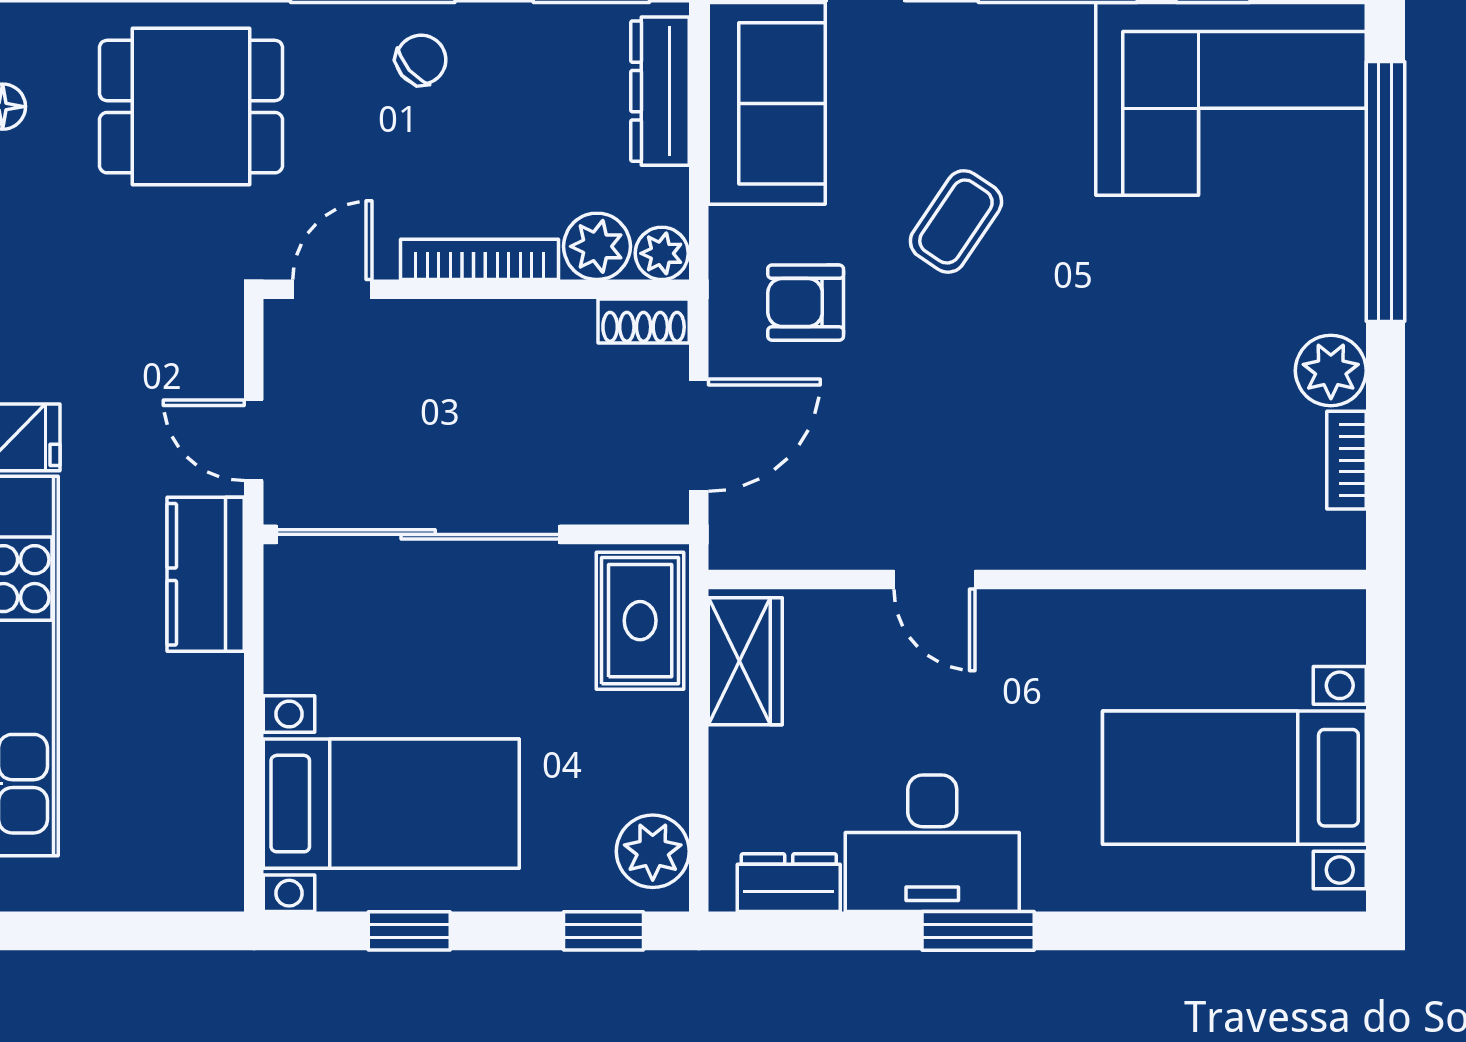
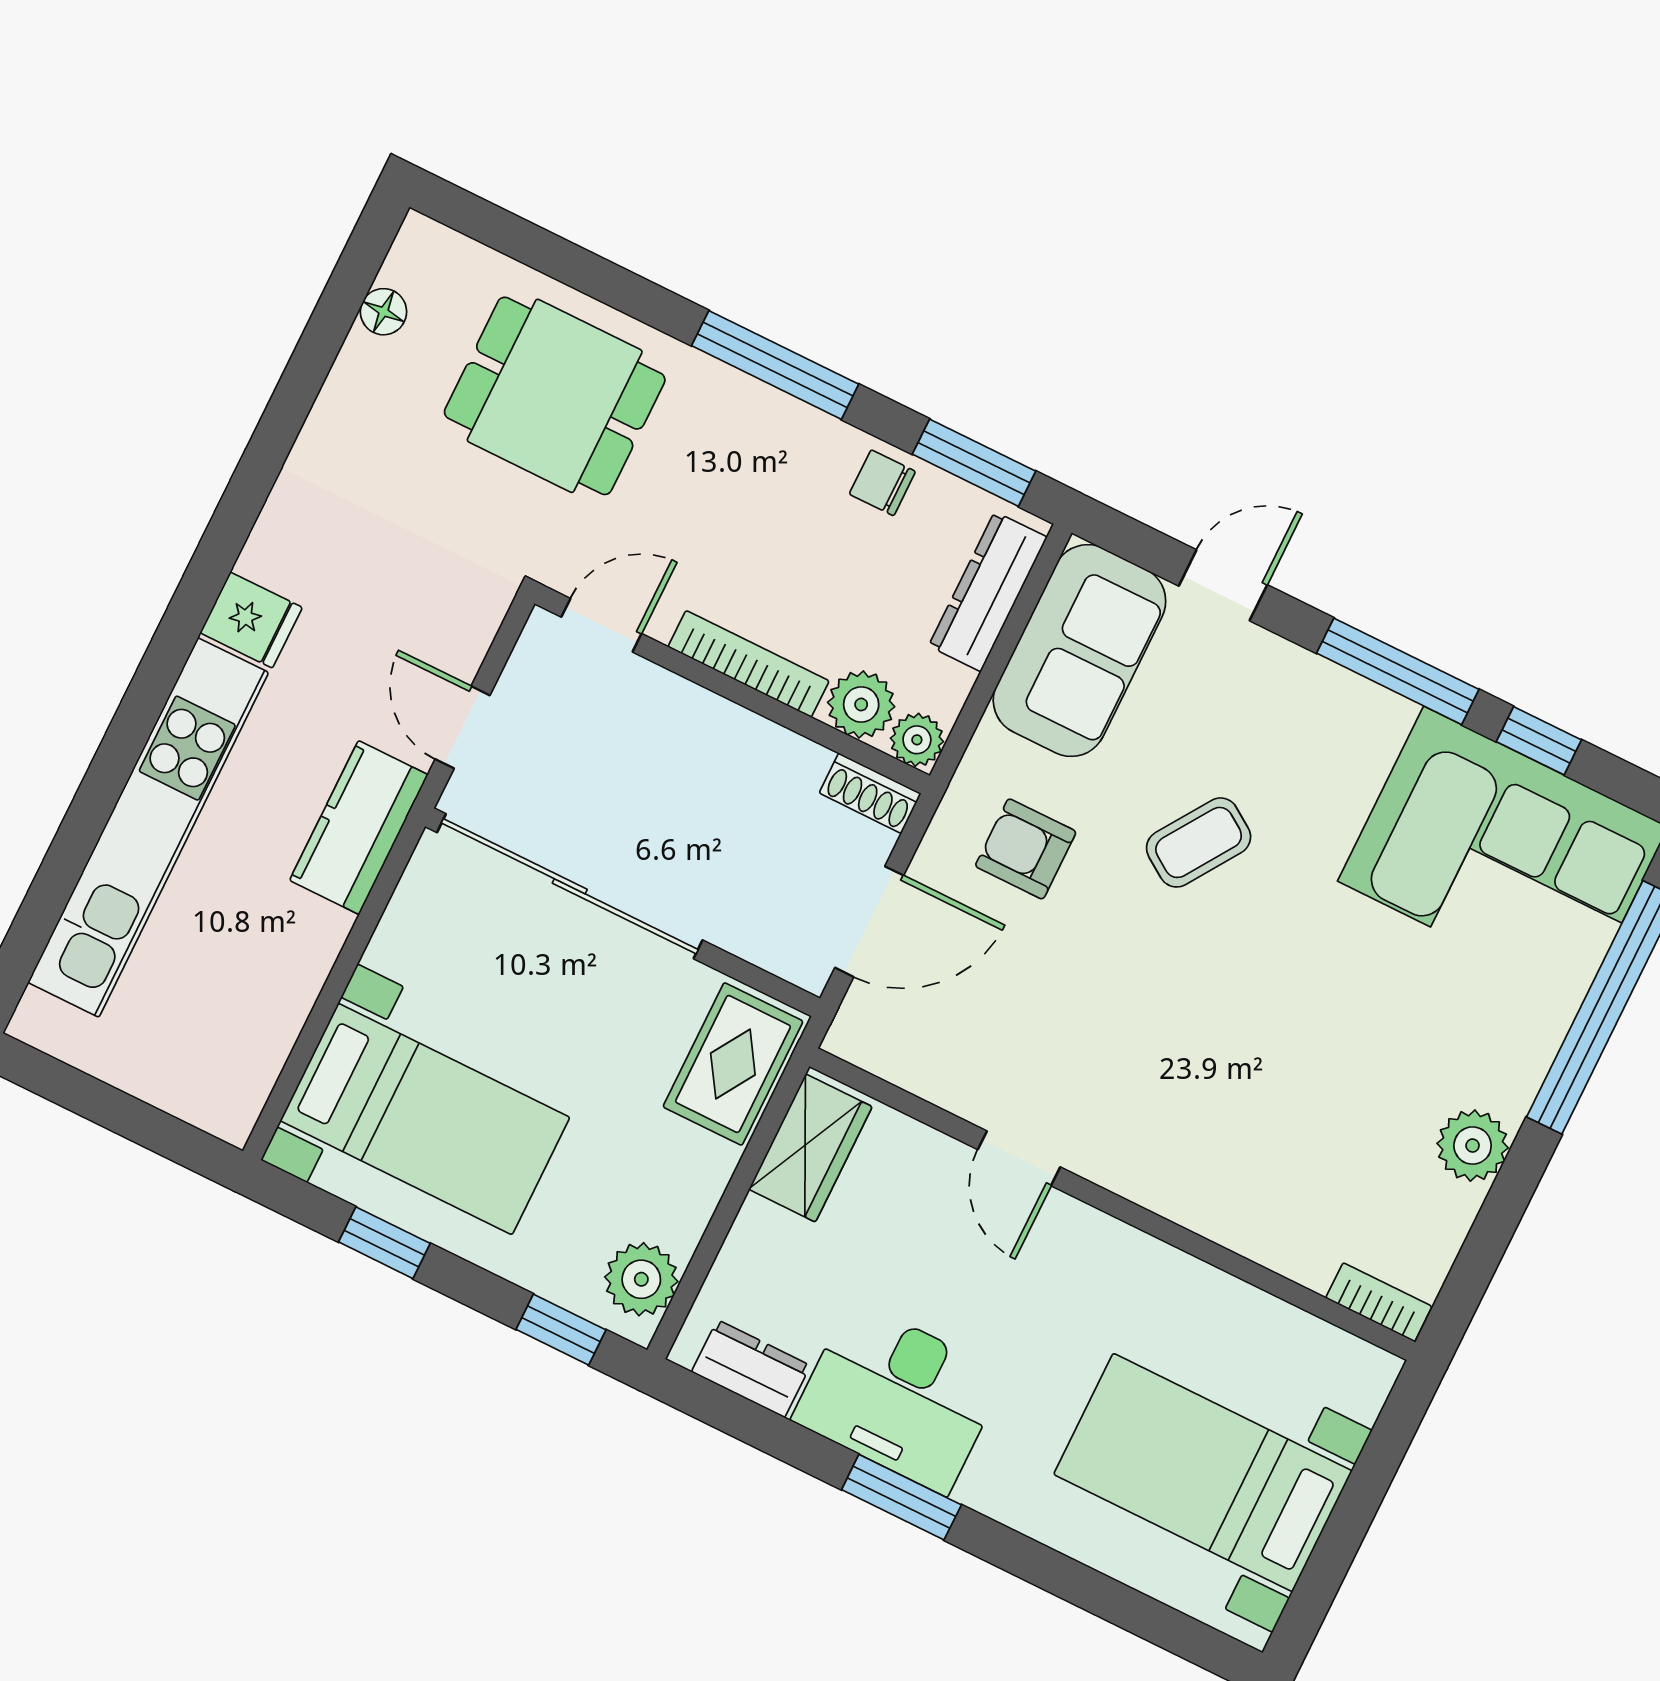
chair: (421, 60) -> (882, 483), moved, turned -139
bookcase: (1346, 460) -> (1379, 1302), moved, turned 90

